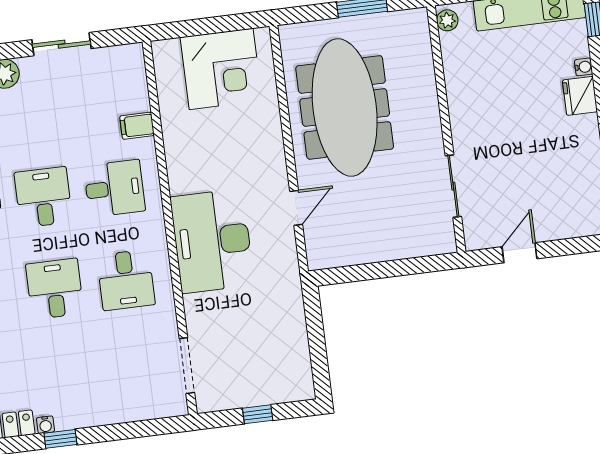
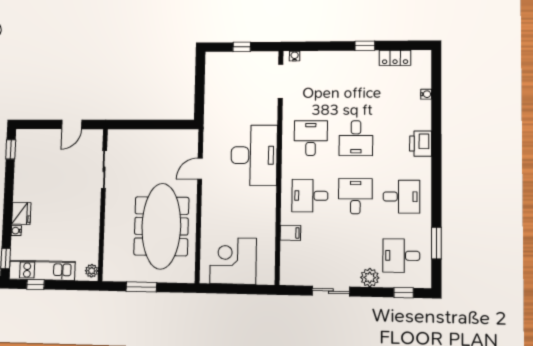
desk: (43, 197) -> (355, 196), turned 180
water cooler: (46, 425) -> (295, 56), moved

